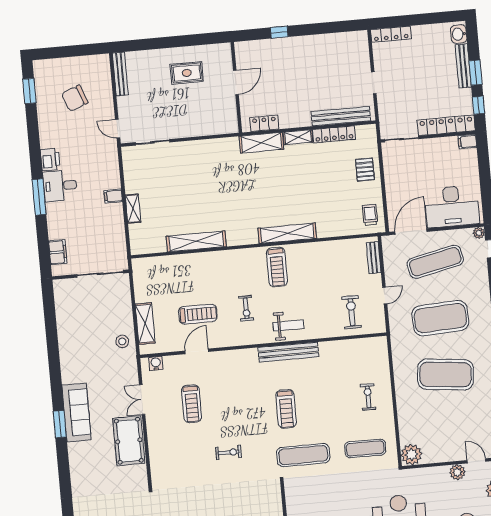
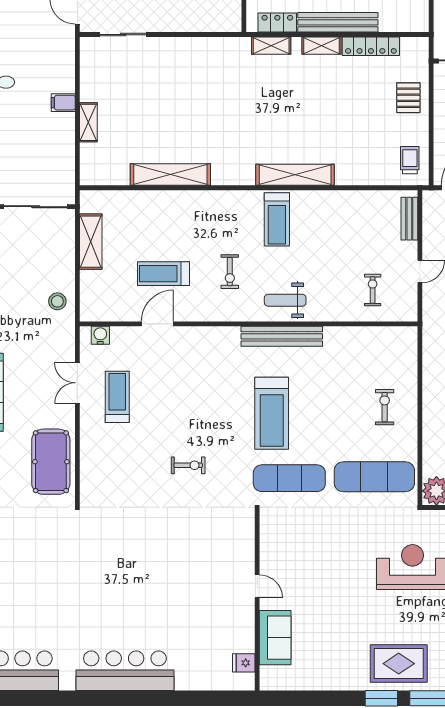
bench: (341, 116) -> (338, 22), moved
shelving: (261, 143) -> (271, 46), width x0.67, depth x0.75
exercise bike: (352, 312) -> (373, 290), width x0.73, depth x0.72
treadmill: (198, 314) -> (164, 274), turned 180
shelving: (145, 324) -> (91, 242), moved
weight bench: (288, 325) -> (285, 300), turned 180
treadmill: (192, 404) -> (117, 397), moved, turned 180
treadmill: (286, 409) -> (272, 413), width x1.37, depth x1.38
pool table: (129, 441) -> (51, 462), moved
exercise mat: (365, 448) -> (374, 477), width x1.36, depth x1.45

